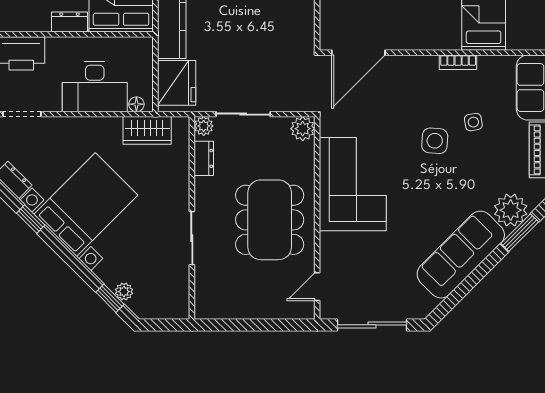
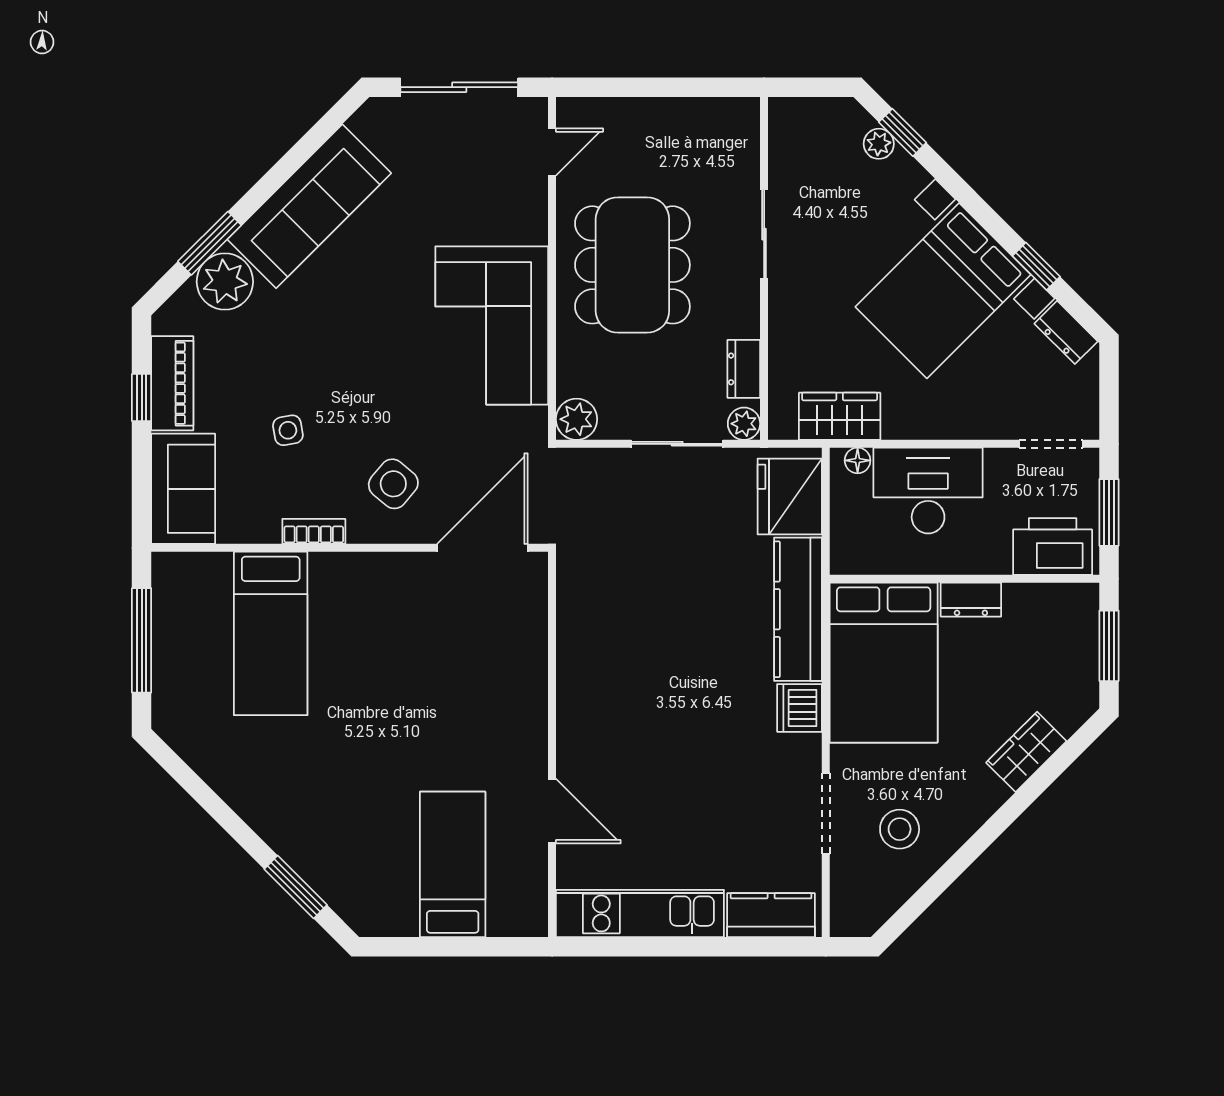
side table: (435, 141) -> (393, 484), moved, turned 36

